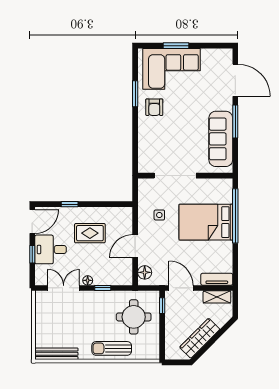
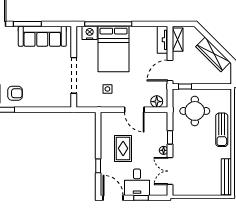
nightstand: (225, 194) -> (90, 33), added

